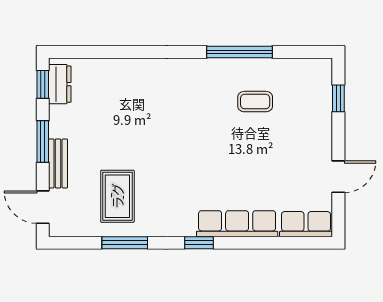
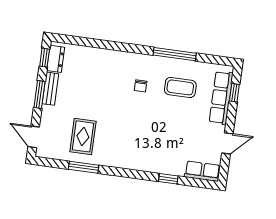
coffee table: (255, 102) -> (180, 87), width x1.36, depth x1.30
chair: (194, 107) -> (141, 86), added
bench: (58, 163) -> (50, 89), moved
row of seats: (237, 224) -> (221, 98), moved, turned -90
window: (199, 243) -> (168, 179), moved

